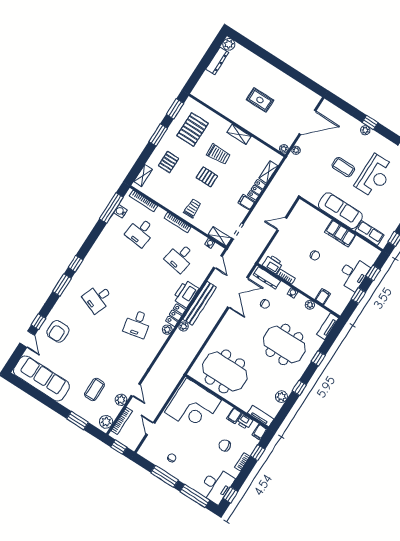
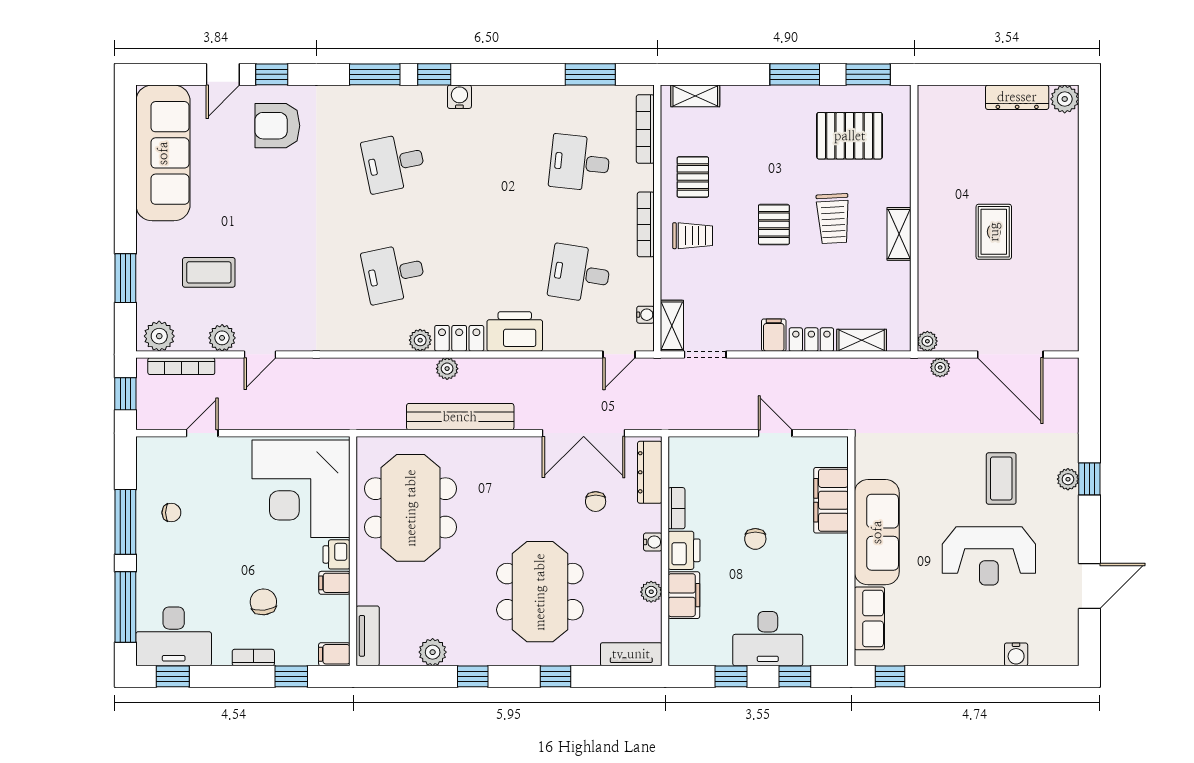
pallet: (169, 162) -> (693, 177), moved, turned 90
coffee table: (343, 167) -> (1001, 478), moved
window: (111, 208) -> (590, 74), width x0.69
water cooler: (120, 211) -> (459, 97), moved
filing cabinet: (340, 234) -> (831, 500), moved
printer: (273, 264) -> (684, 550), moved
filing cabinet: (323, 297) -> (684, 595), width x2.00
desk: (98, 298) -> (394, 163), turned -33
bench: (200, 303) -> (460, 417), moved
printer: (245, 422) -> (337, 554), moved

